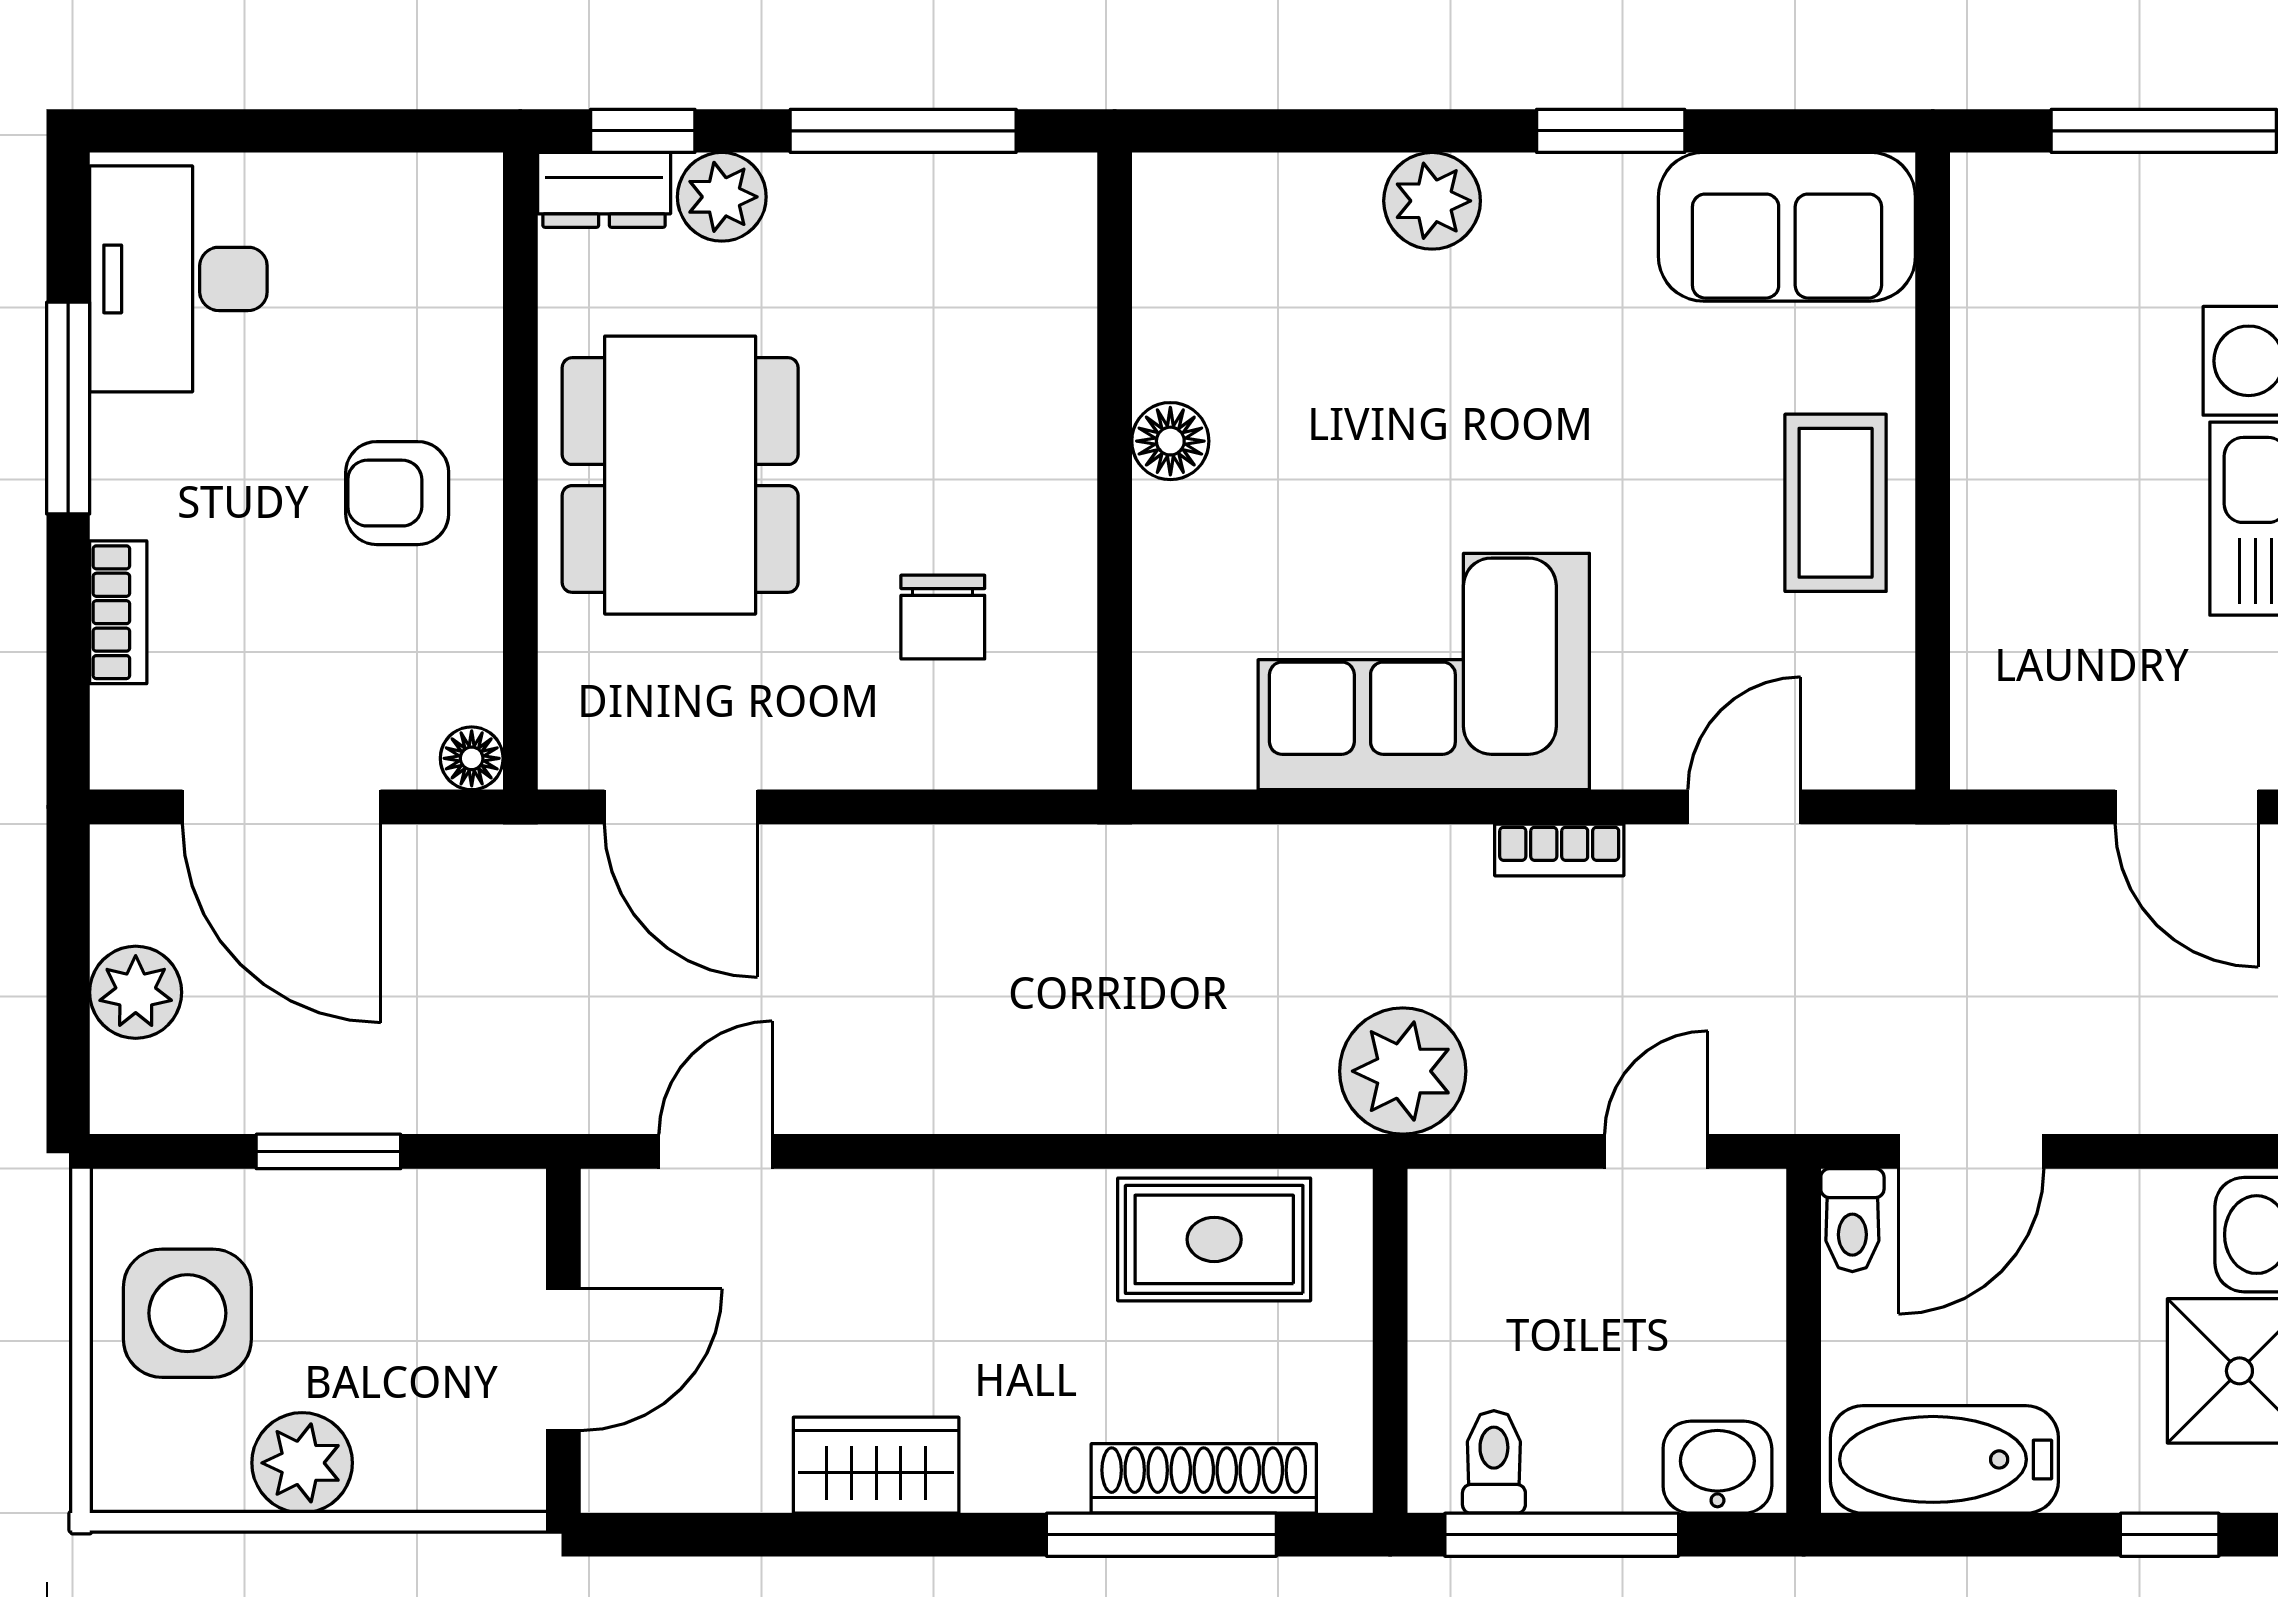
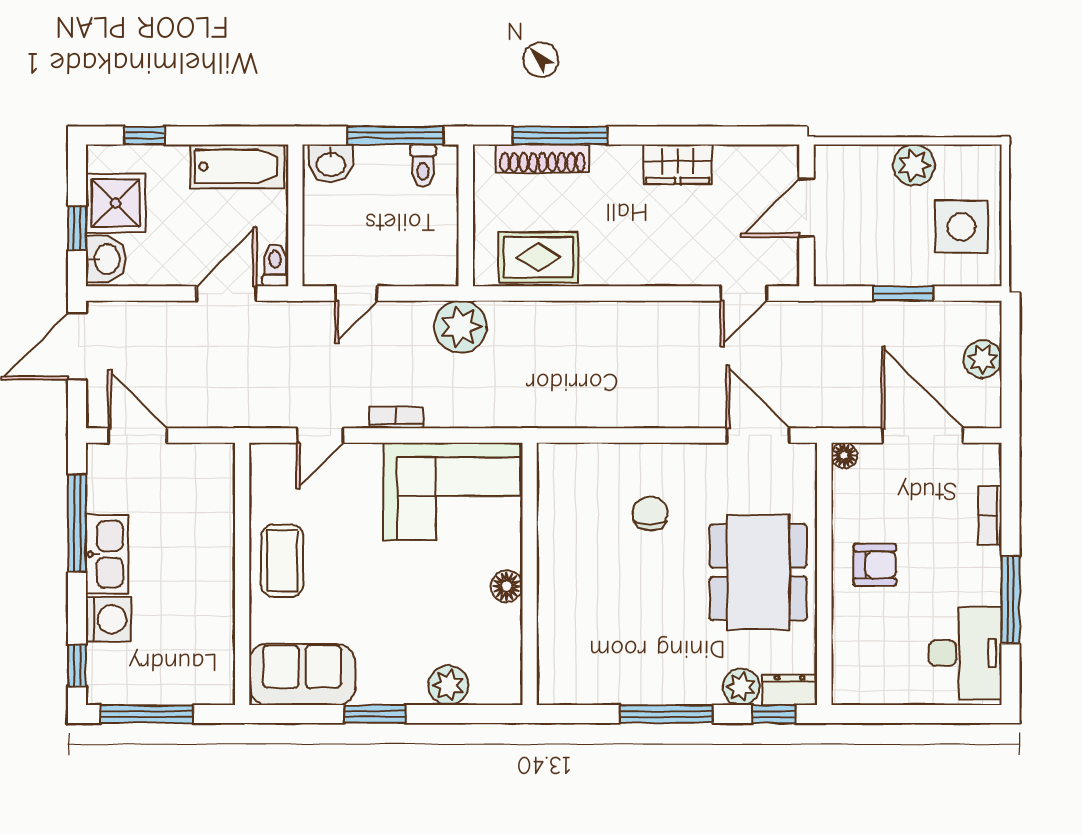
floor lamp: (1170, 441) -> (507, 586), moved
wall: (1115, 471) -> (530, 574), moved

